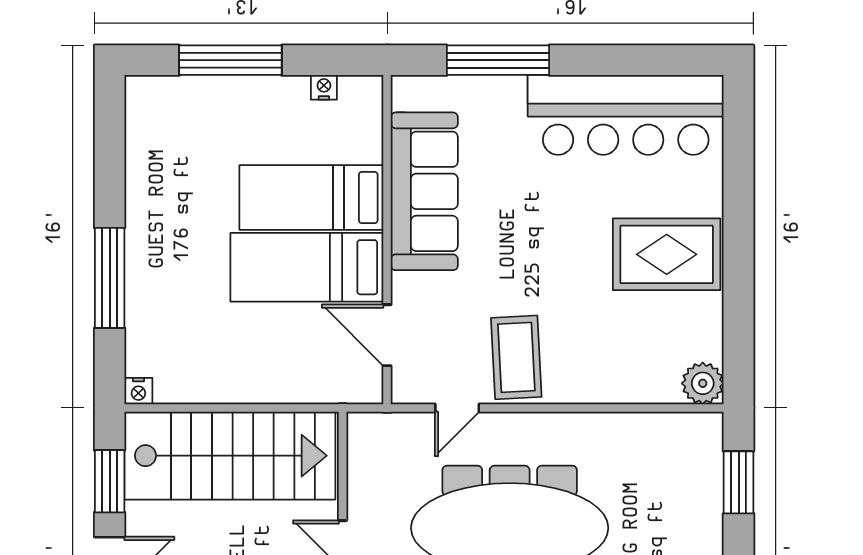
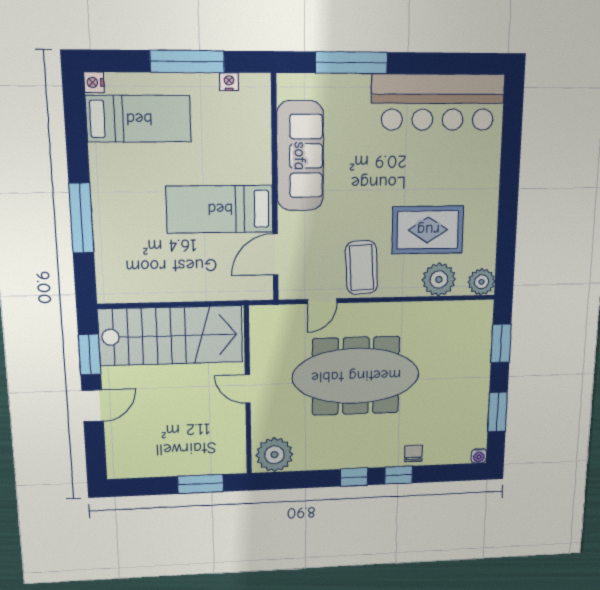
window: (230, 60) -> (187, 62), moved
bed: (311, 197) -> (139, 119), moved, turned 180
rug: (667, 254) -> (428, 230), moved
door: (387, 335) -> (275, 254), hinge flipped
plant: (636, 378) -> (439, 280), added
nightstand: (138, 391) -> (94, 82), moved, turned 90

